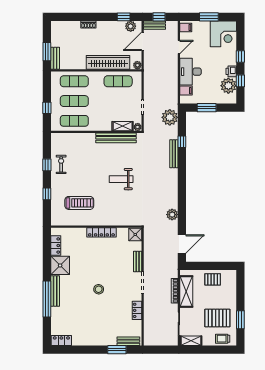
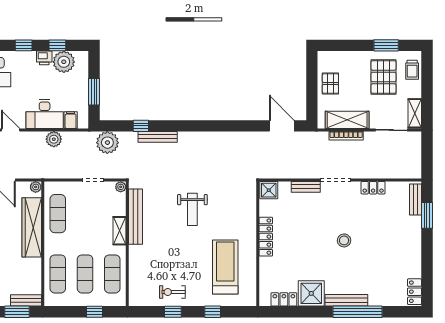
shelving: (123, 126) -> (120, 231), moved
treadmill: (79, 203) -> (225, 267), width x1.37, depth x1.38
plant: (172, 215) -> (54, 139), moved

